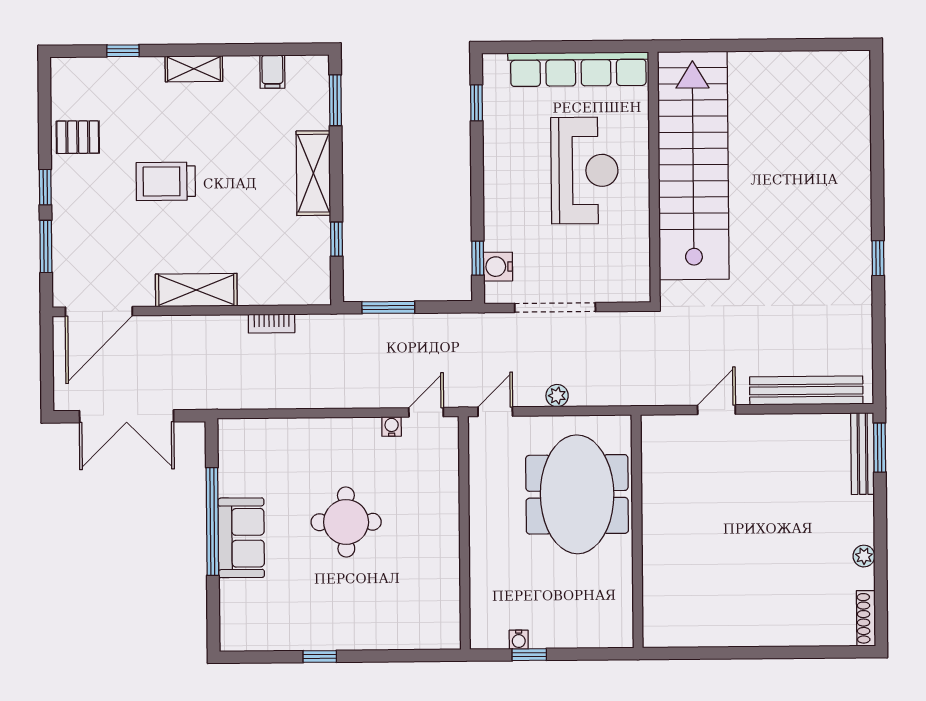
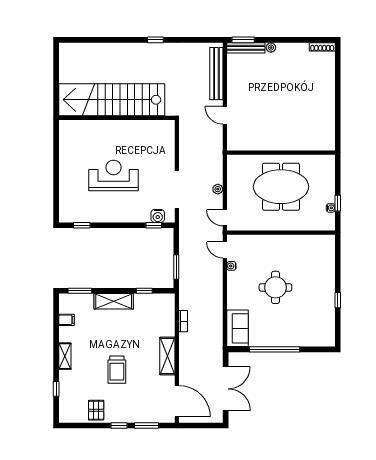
row of seats: (578, 69) -> (67, 178), removed
stairs: (693, 165) -> (112, 100), moved
wall: (654, 177) -> (117, 118), moved
meeting table: (577, 494) -> (281, 187), moved
sofa: (241, 538) -> (238, 328), moved, turned 90
plant: (864, 556) -> (271, 48), moved

